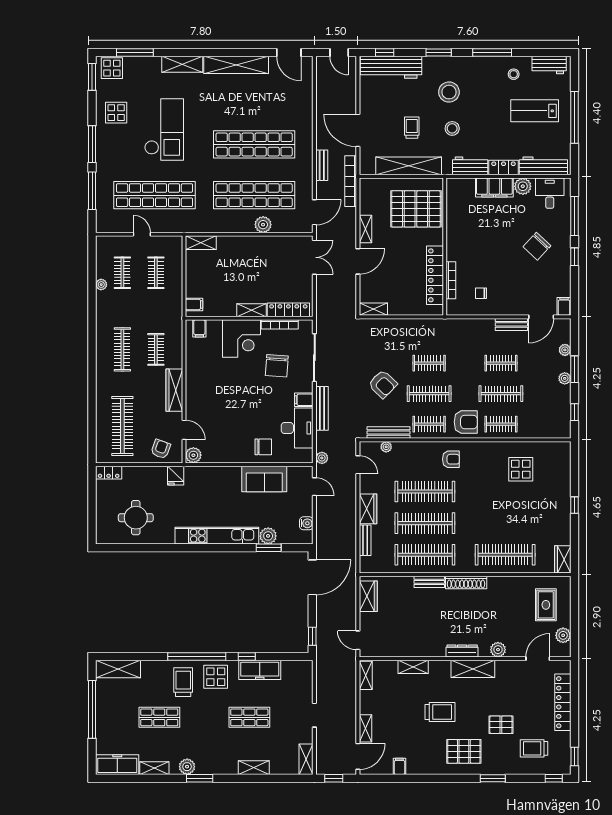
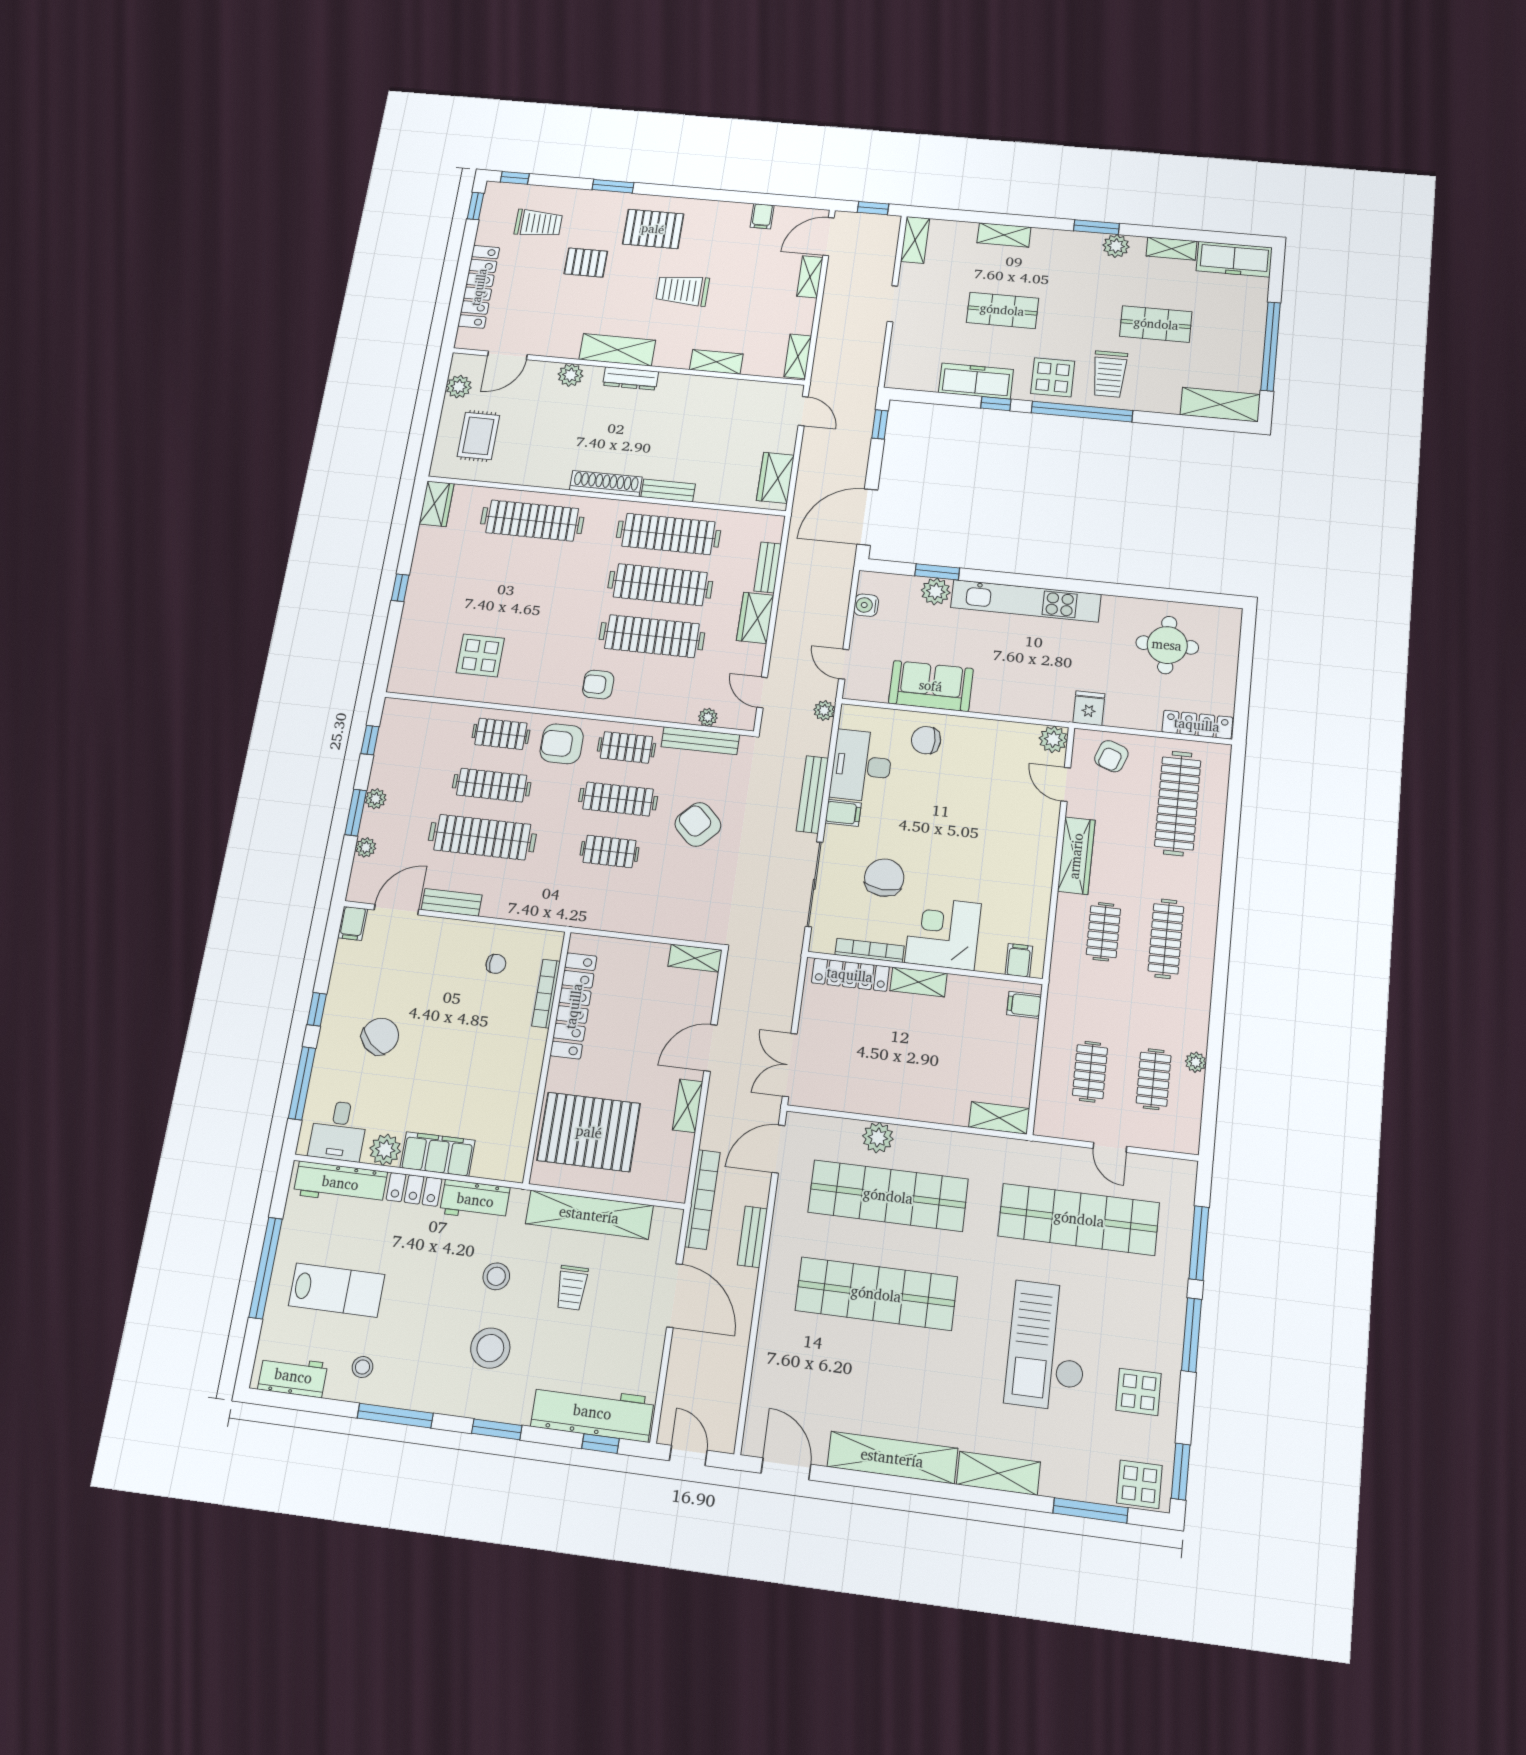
clothes rail: (501, 363) -> (482, 837), width x1.86, depth x1.31
locker: (109, 473) -> (1197, 725), width x1.53

